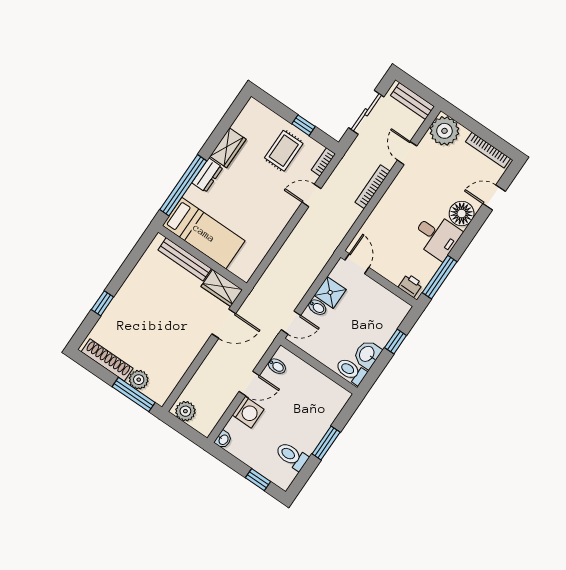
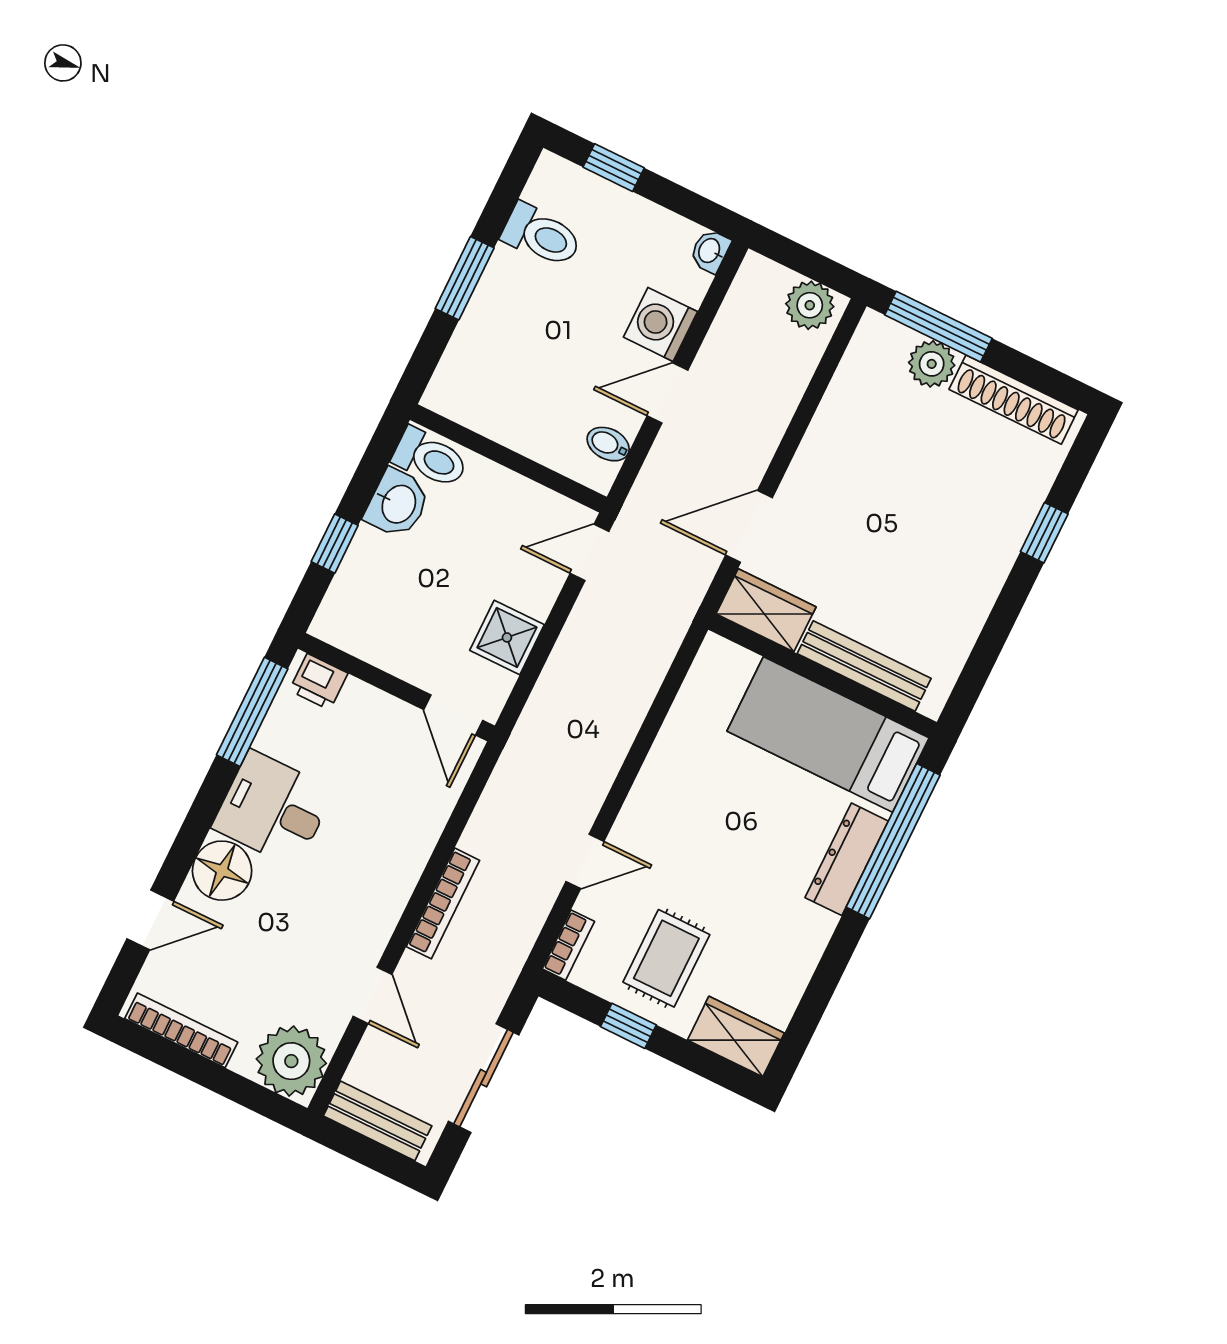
wardrobe: (228, 148) -> (736, 1037), moved, turned 90
dresser: (207, 175) -> (847, 859), width x1.44
bidet: (317, 307) -> (533, 598), removed

